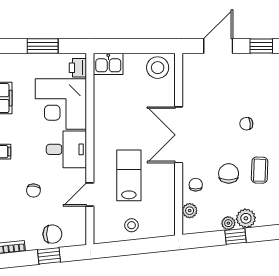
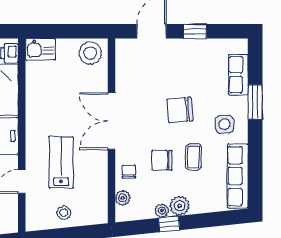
chair: (246, 124) -> (180, 110), width x1.87, depth x1.87
chair: (229, 173) -> (162, 160), turned -90

